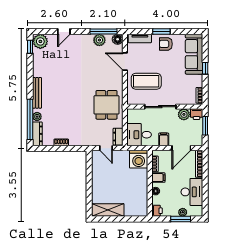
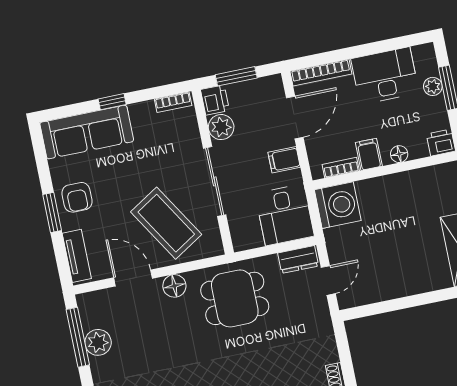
floor lamp: (118, 39) -> (174, 286), moved
door: (125, 61) -> (133, 278), swing flipped
coffee table: (146, 81) -> (166, 223), turned -32
door: (181, 148) -> (295, 118), hinge flipped

